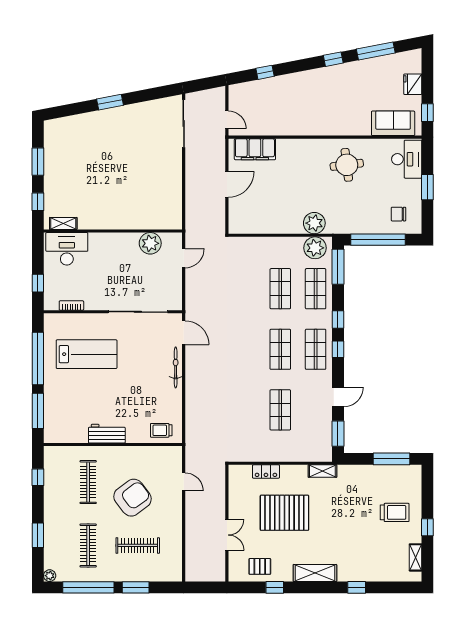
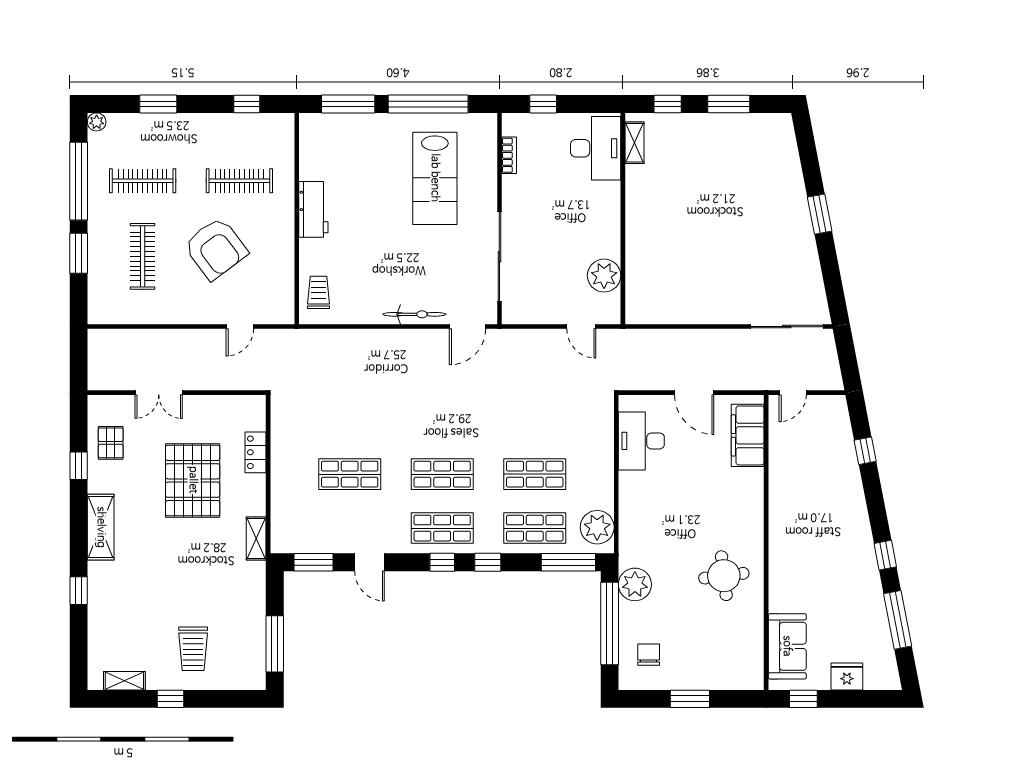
desk: (407, 159) -> (641, 441), moved, turned 90
plant: (314, 223) -> (635, 584), moved

